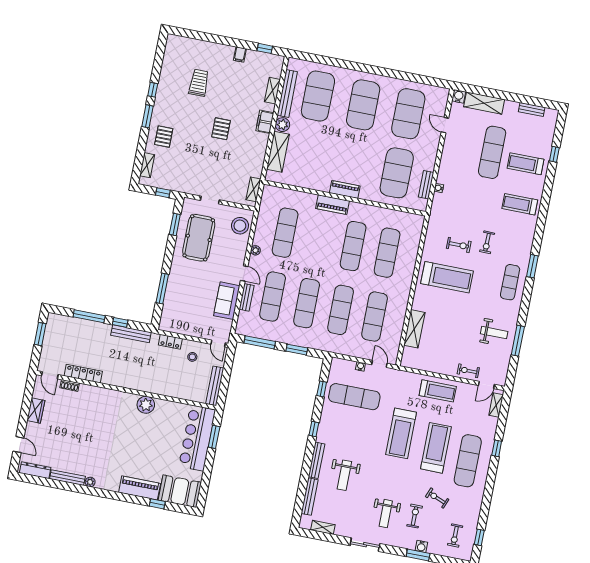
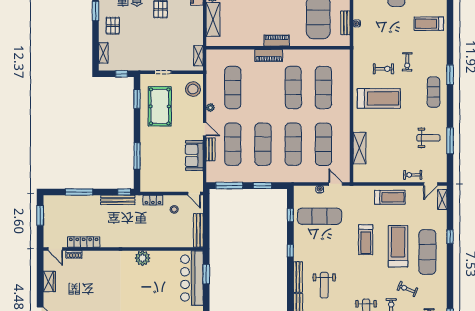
window: (120, 322) -> (124, 192), moved
treadmill: (401, 433) -> (366, 240), width x0.73, depth x0.73

